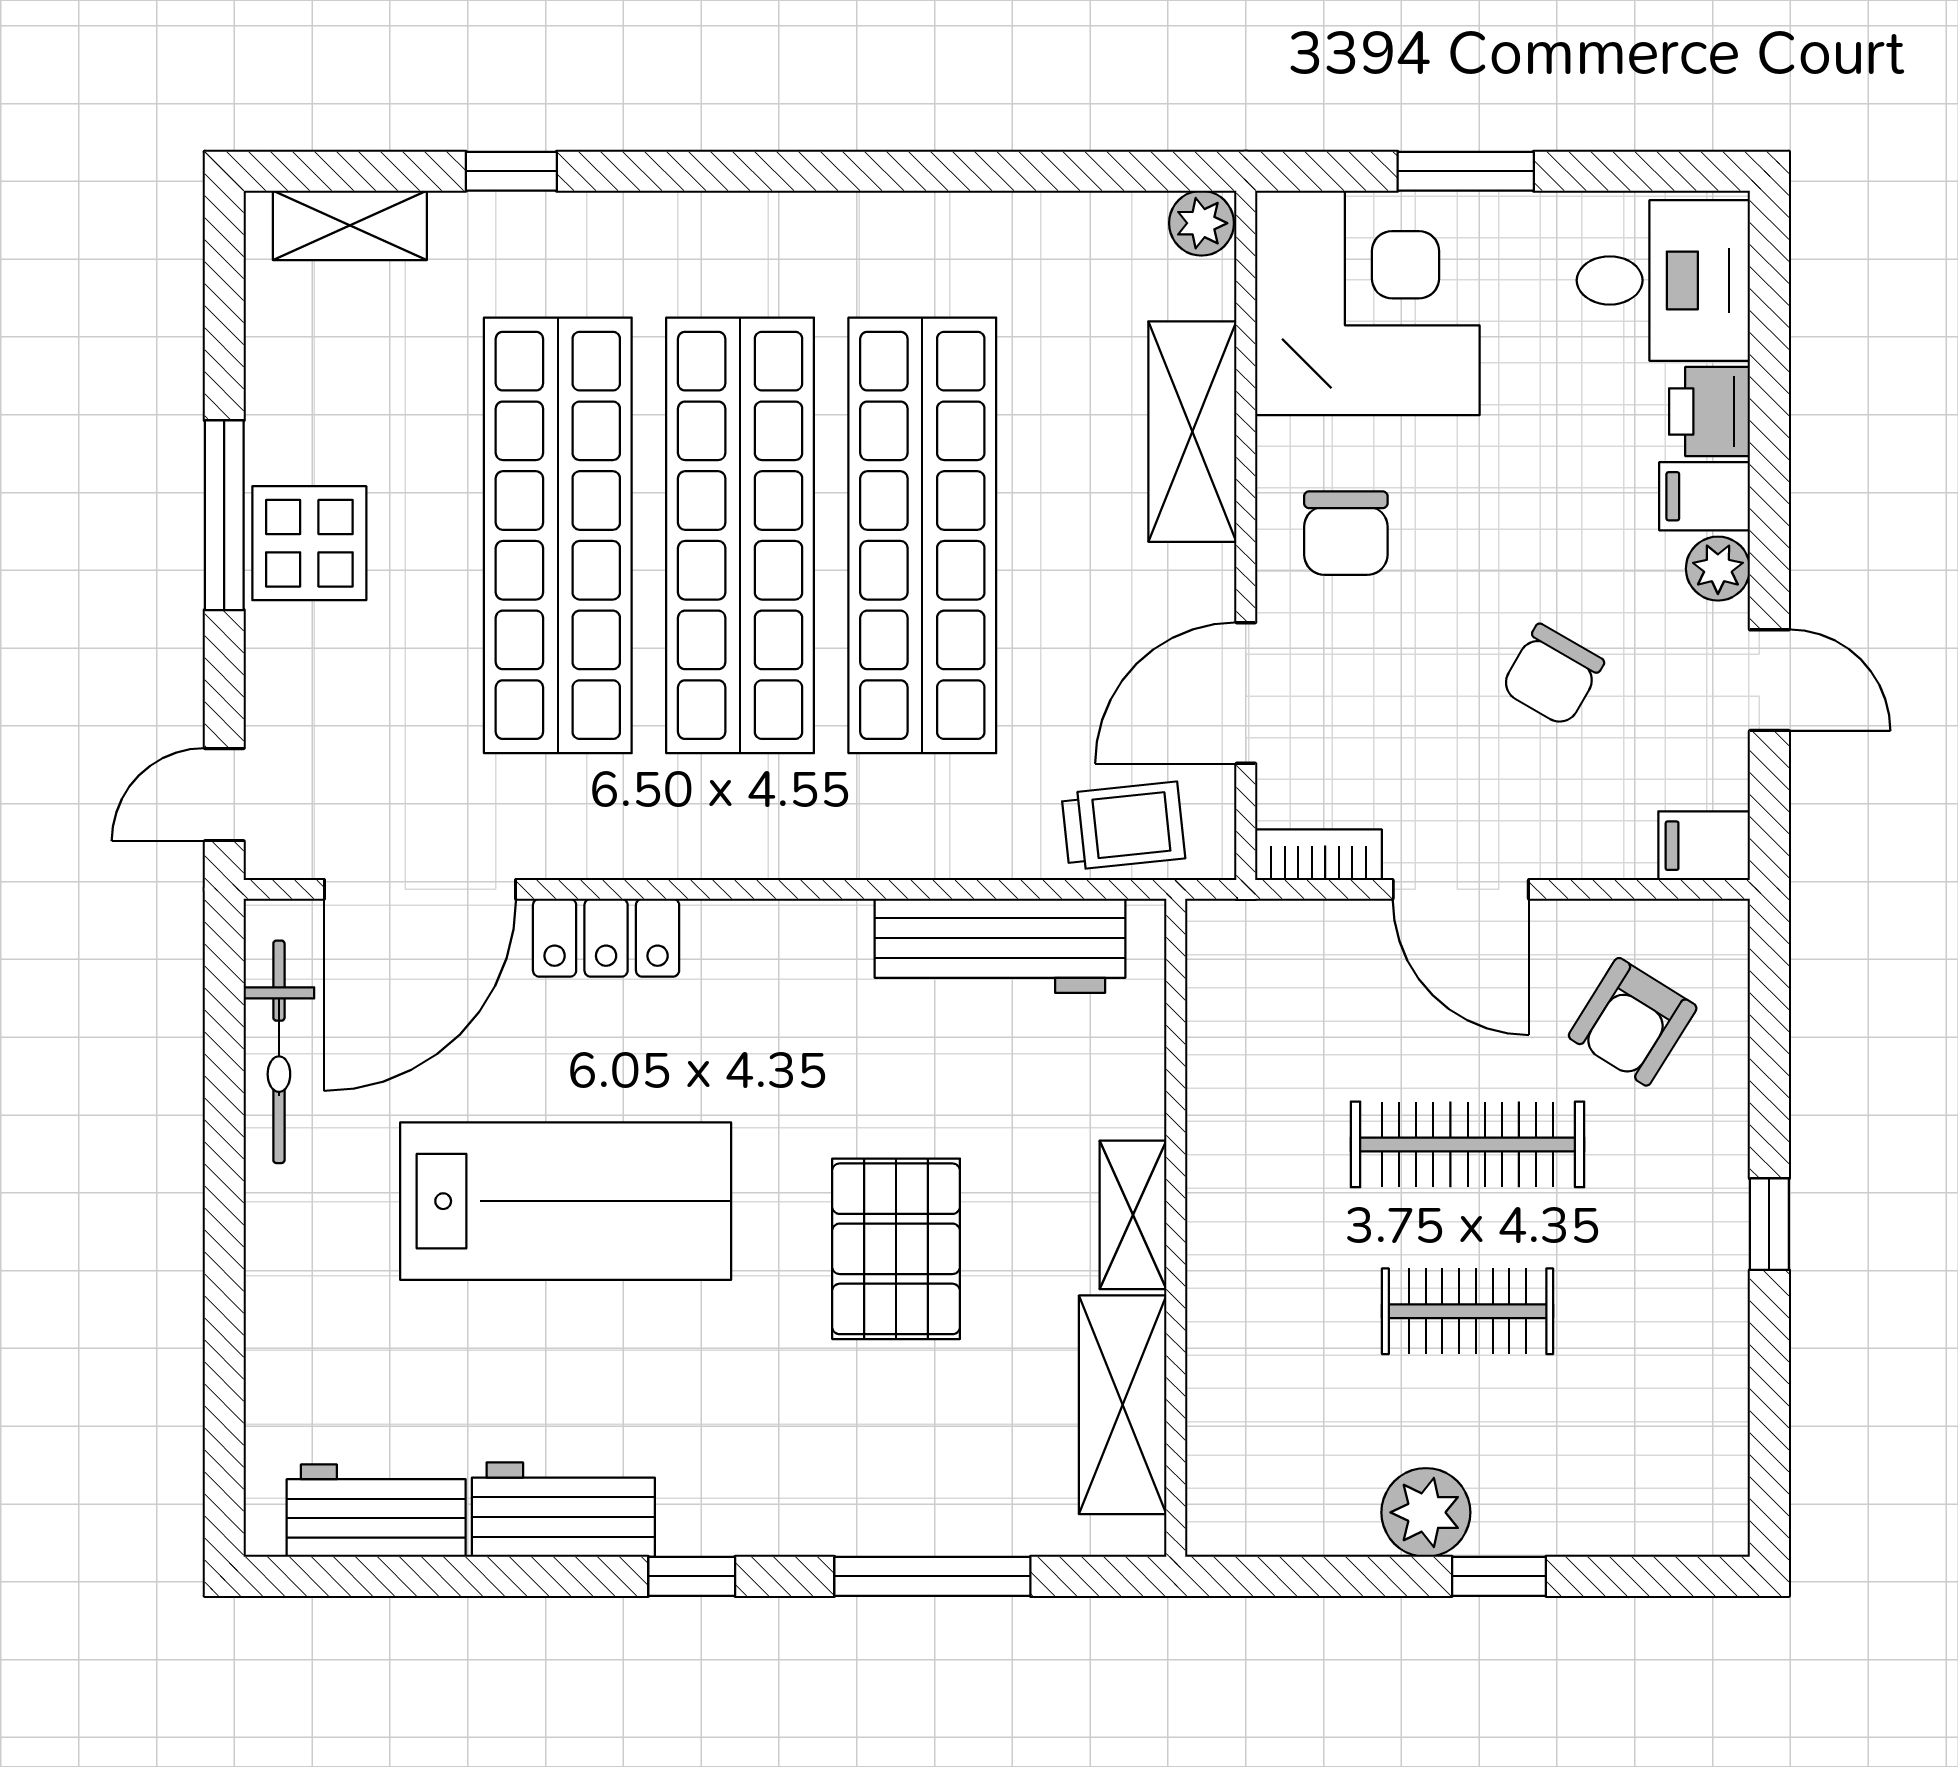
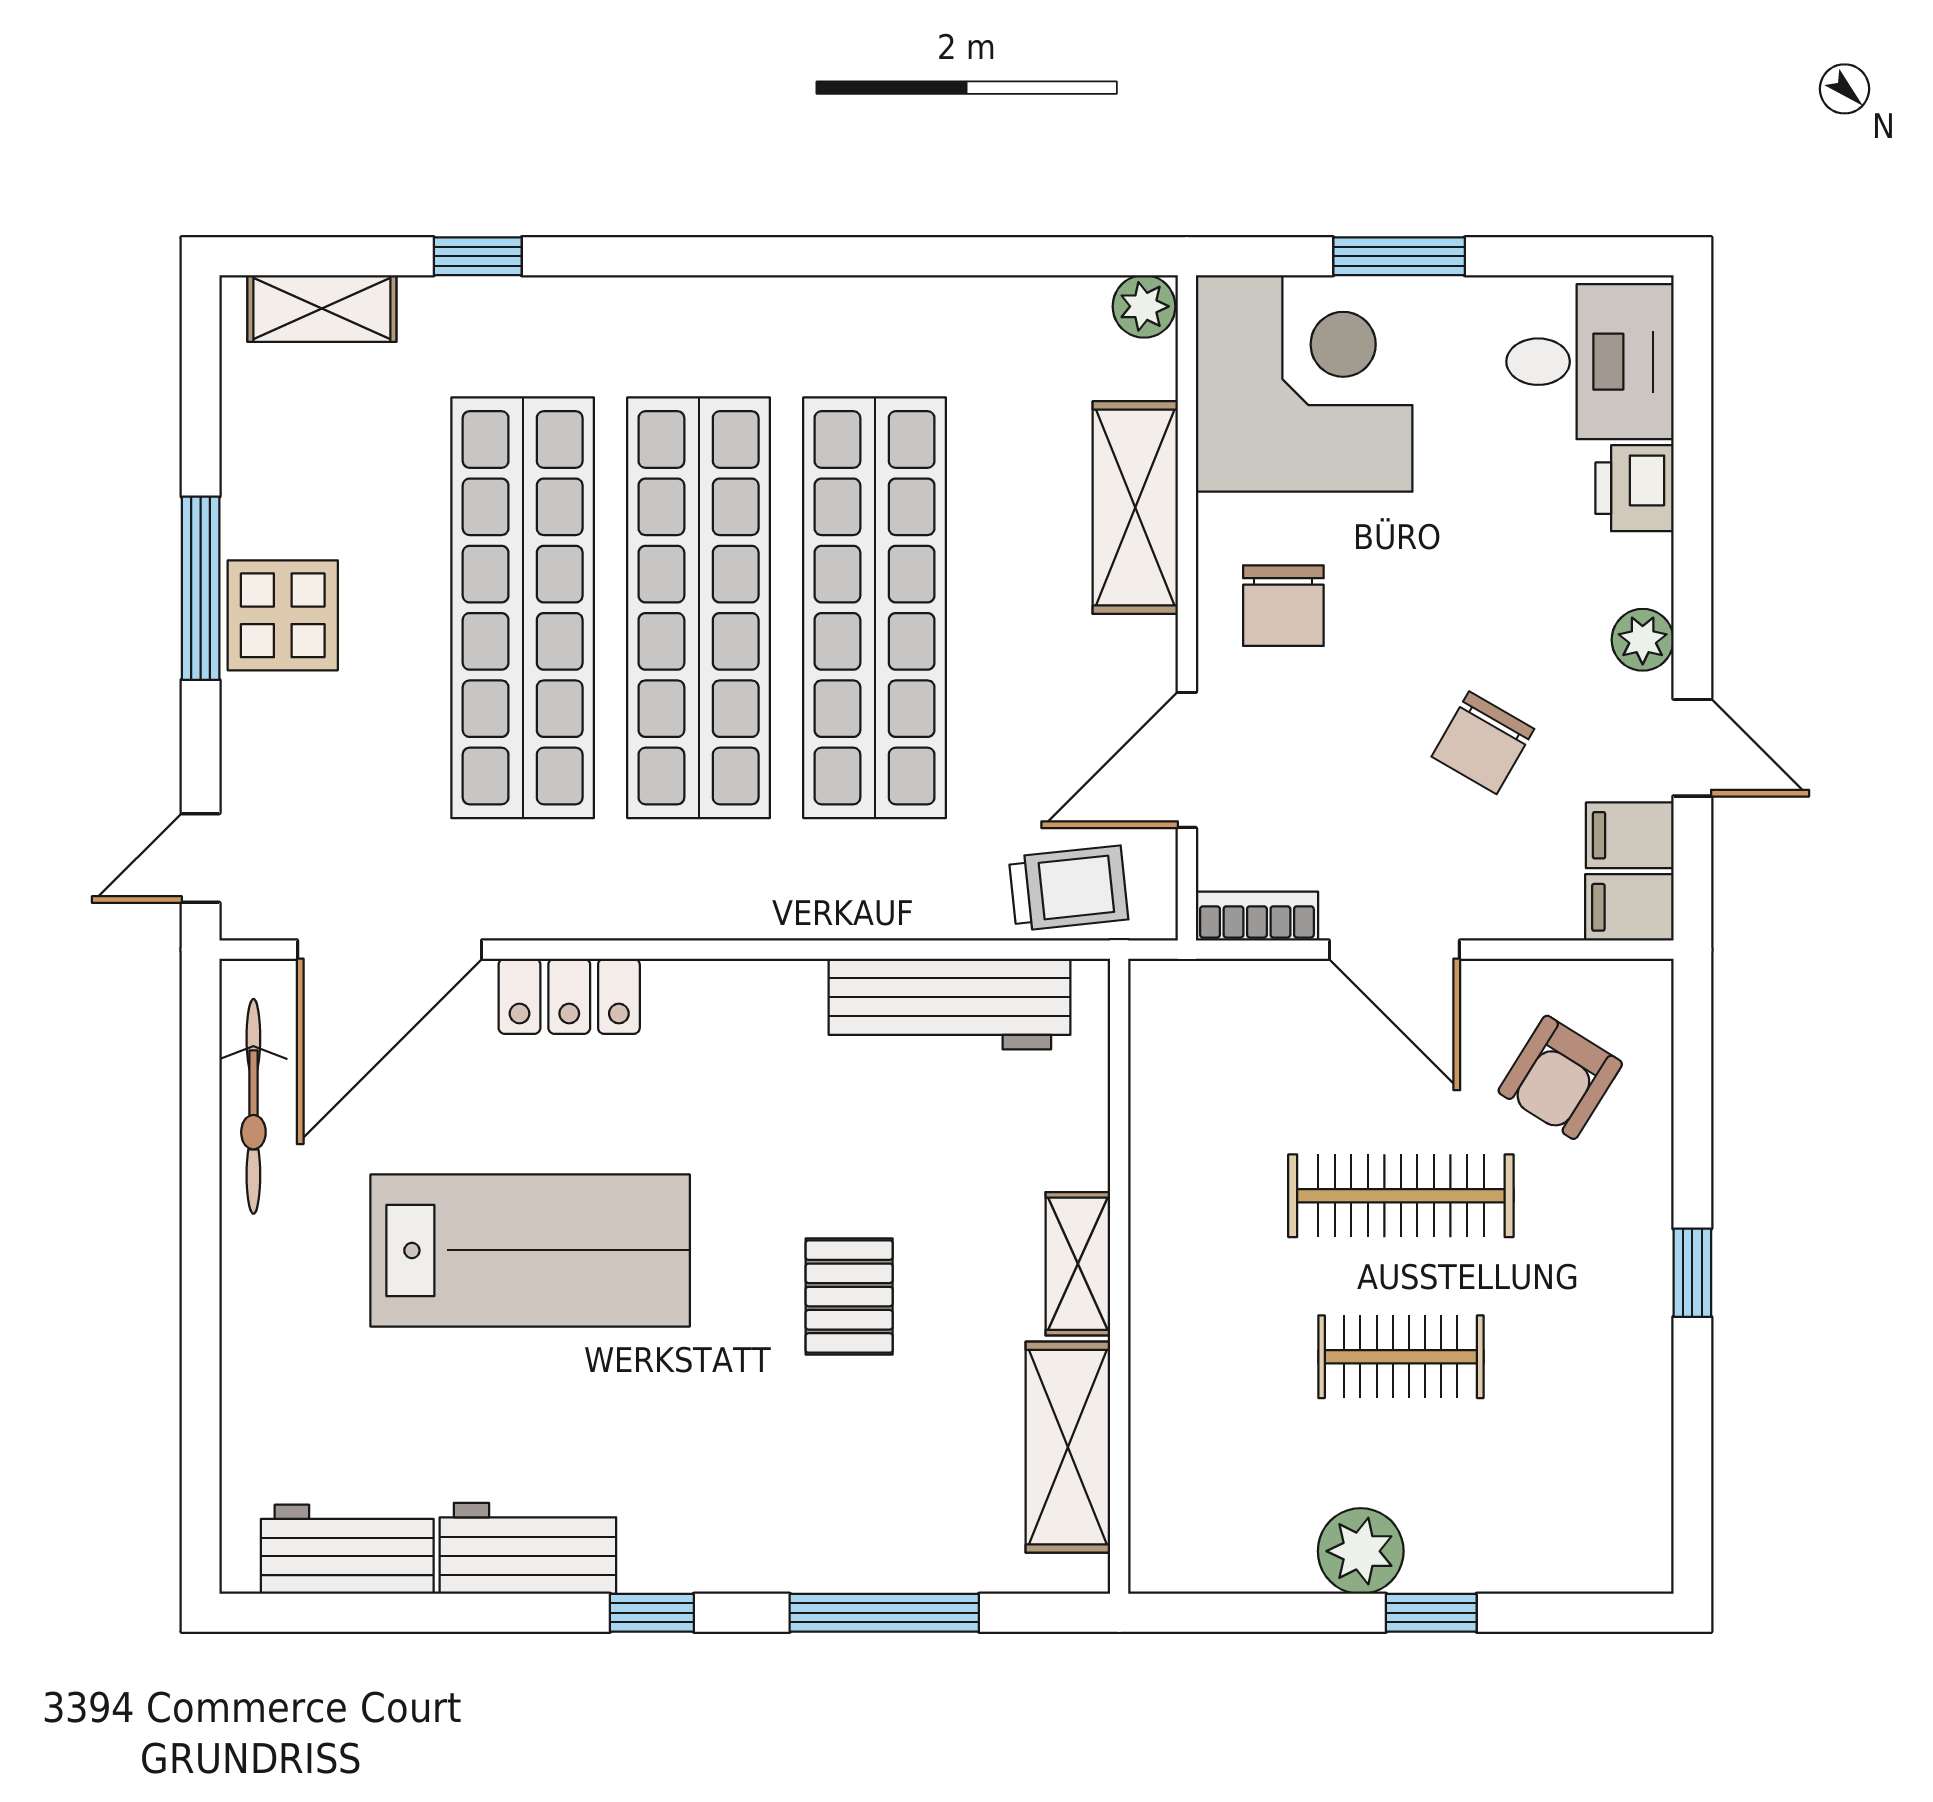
filing cabinet: (1705, 496) -> (1630, 835), moved
pallet: (896, 1249) -> (849, 1297), width x0.67, depth x0.71

